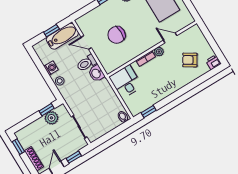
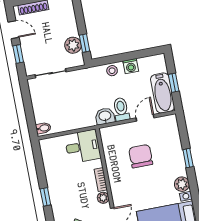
window: (149, 112) -> (45, 197), moved

